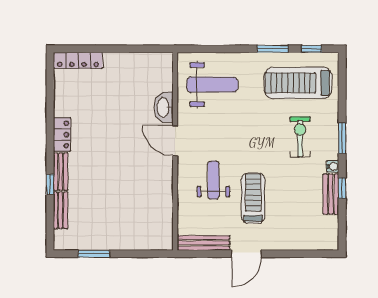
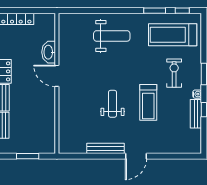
washbasin: (164, 107) -> (49, 52), moved
door: (175, 141) -> (57, 76), moved
wall: (175, 151) -> (57, 83), moved
treadmill: (253, 198) -> (148, 102), moved, turned 180

